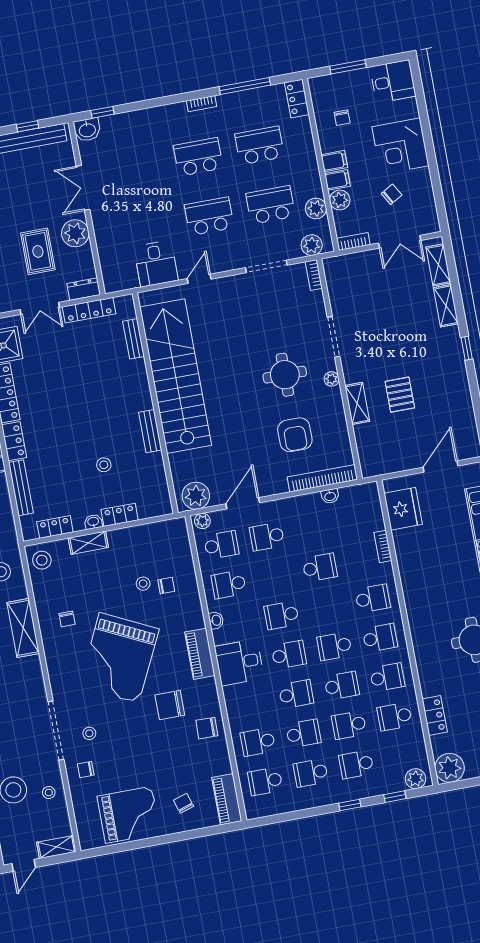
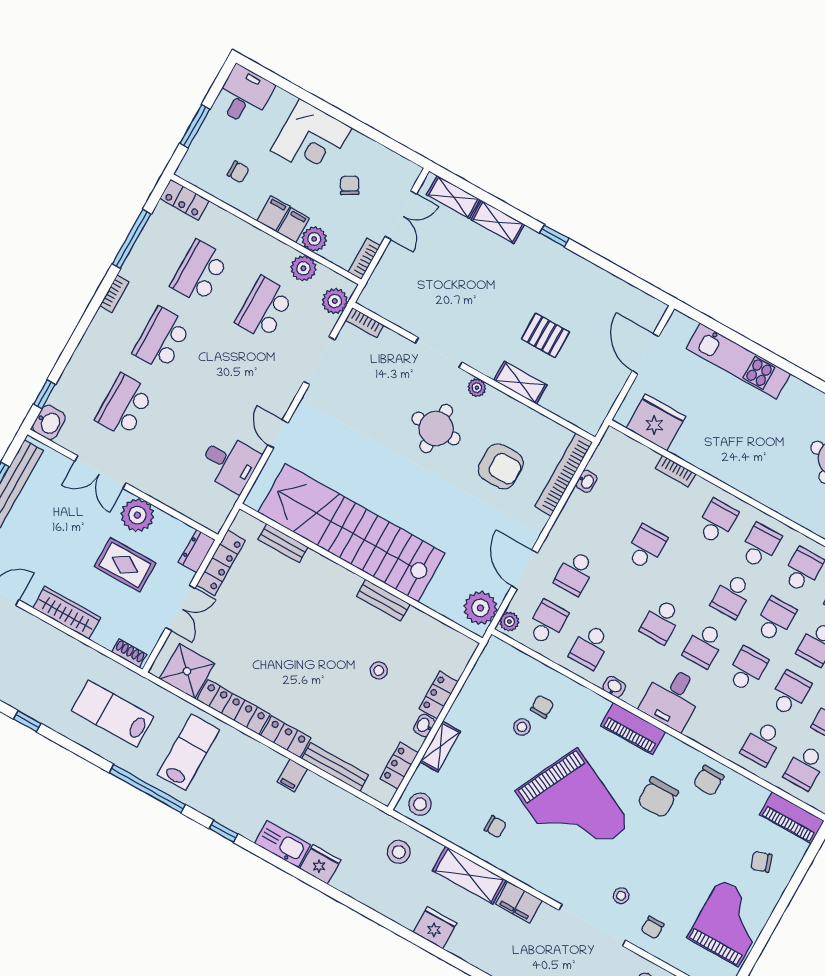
school desk: (209, 216) -> (124, 406), moved
school desk: (289, 655) -> (704, 645), turned 180
filing cabinet: (32, 673) -> (519, 902), added

